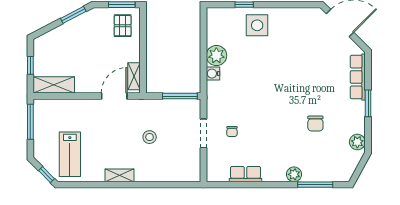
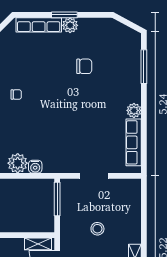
chair: (232, 132) -> (16, 94), moved
plant: (357, 142) -> (70, 25), moved
row of seats: (246, 174) -> (134, 142), width x1.48
plant: (294, 174) -> (134, 110), moved

